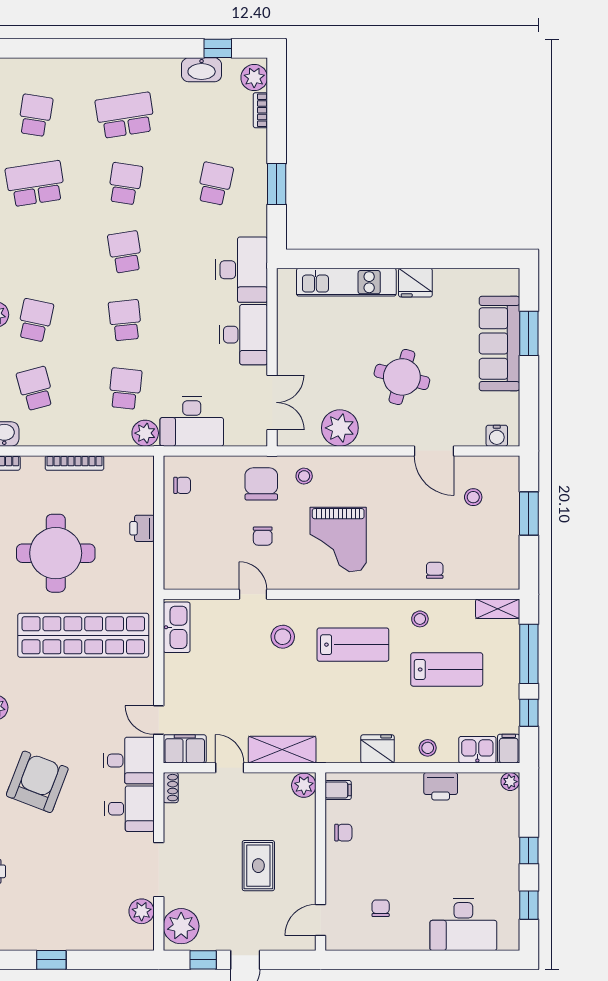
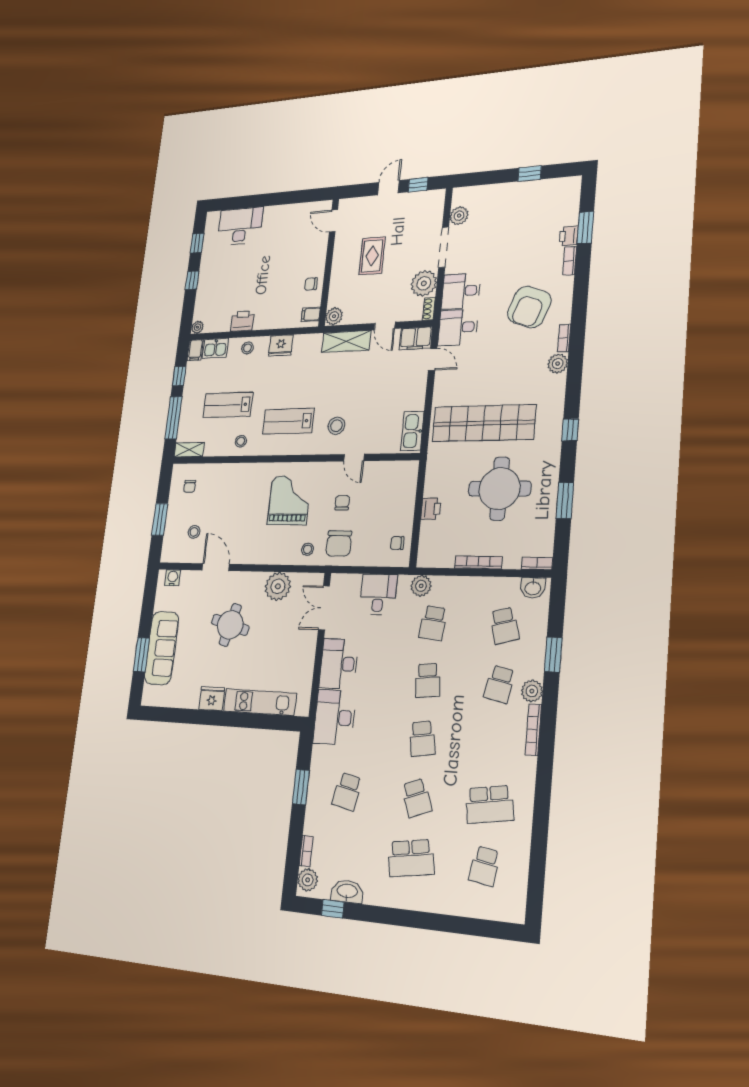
school desk: (125, 184) -> (417, 798), turned -30
desk: (192, 421) -> (378, 594), width x0.73
chair: (435, 570) -> (190, 486), moved
chair: (381, 908) -> (292, 233), removed
door: (321, 920) -> (333, 221), swing flipped
plant: (181, 926) -> (424, 283), moved

